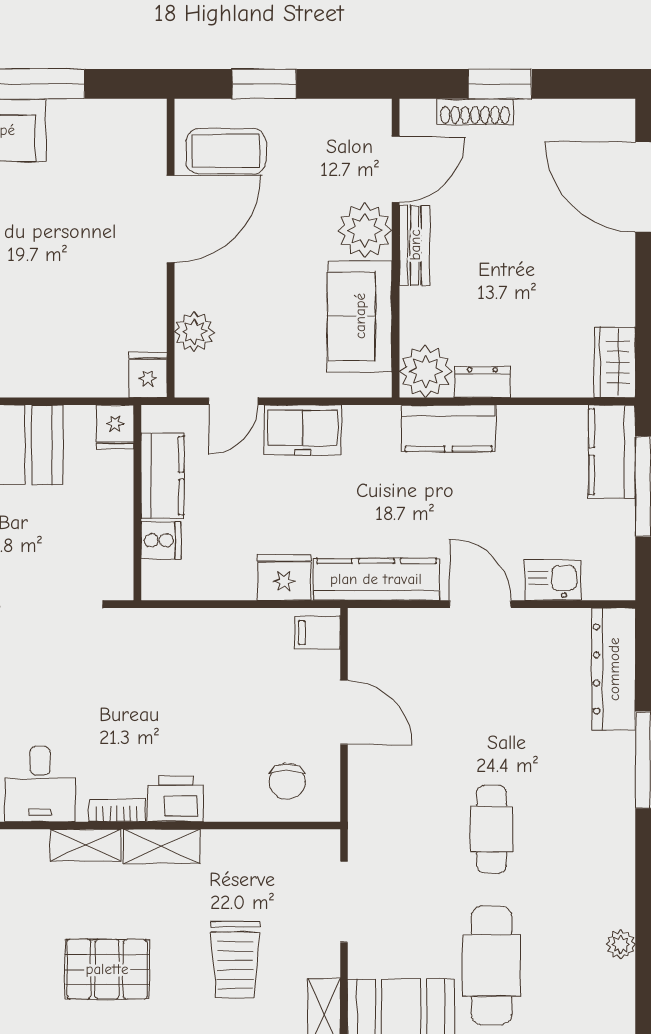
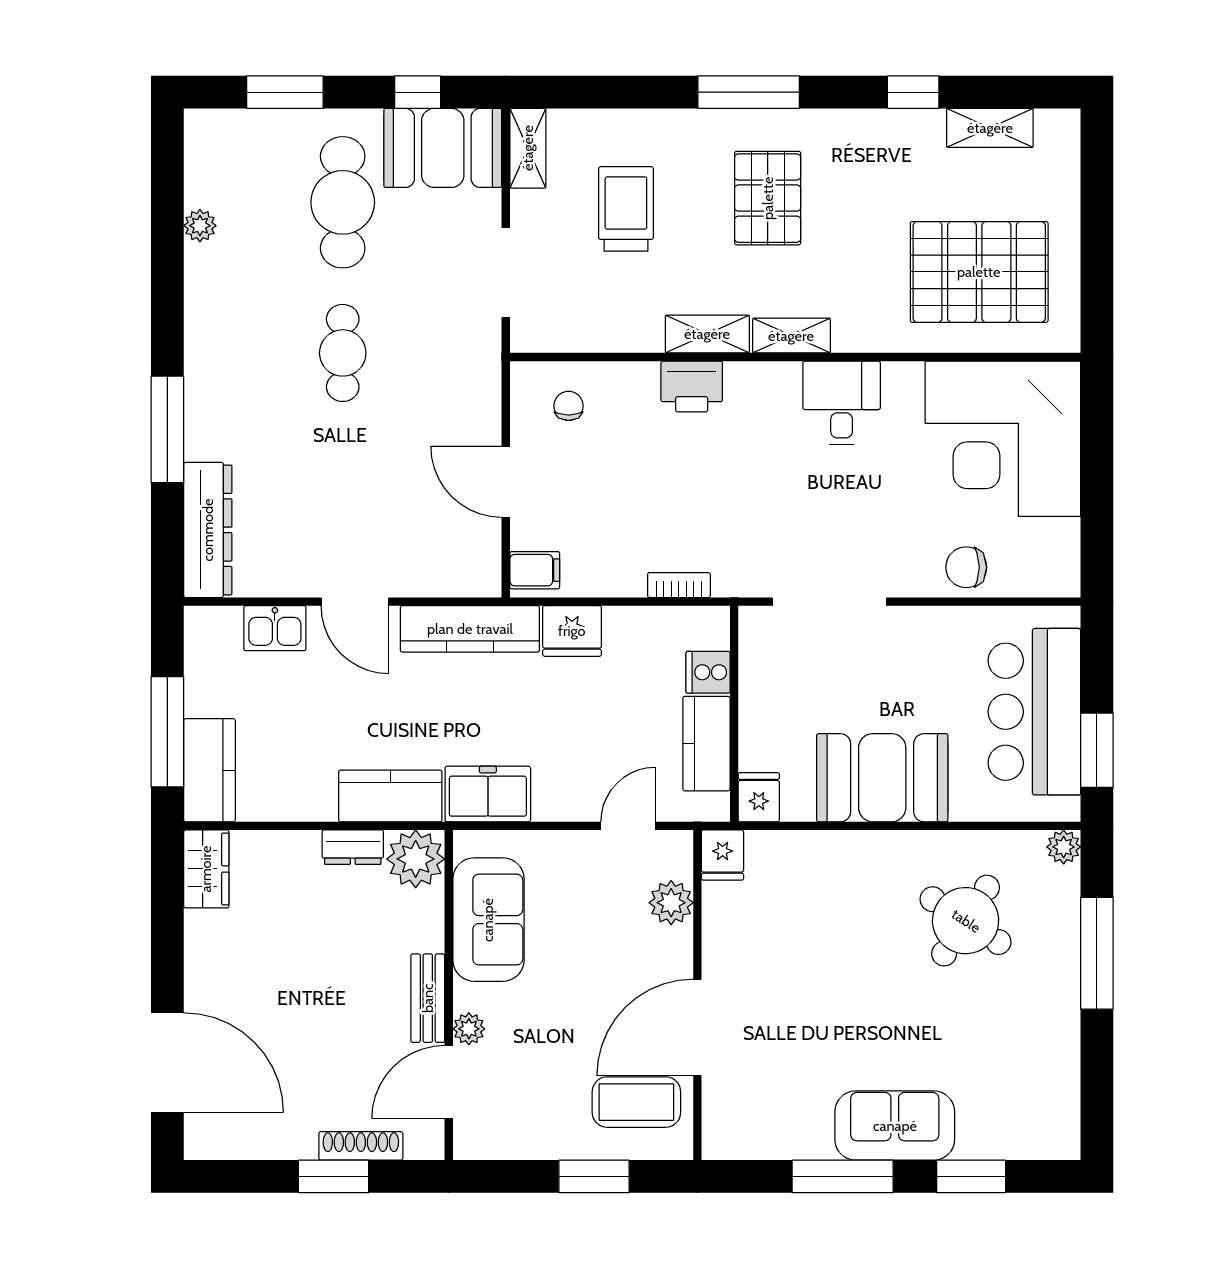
plant: (365, 230) -> (469, 1029), width x0.53, depth x0.53
freezer: (303, 430) -> (488, 794), moved
chair: (287, 781) -> (569, 406), width x0.73, depth x0.73
bookcase: (117, 810) -> (679, 585), moved, turned 180
pallet: (107, 969) -> (768, 198), turned 90

